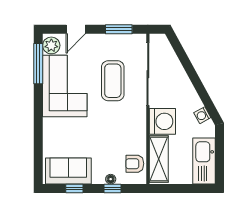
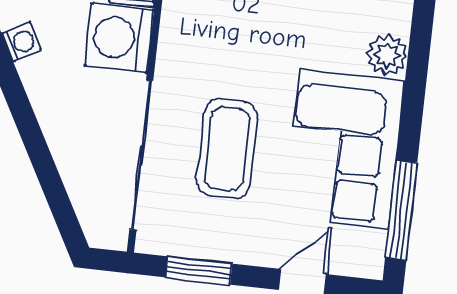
plant: (51, 45) -> (387, 55), moved

